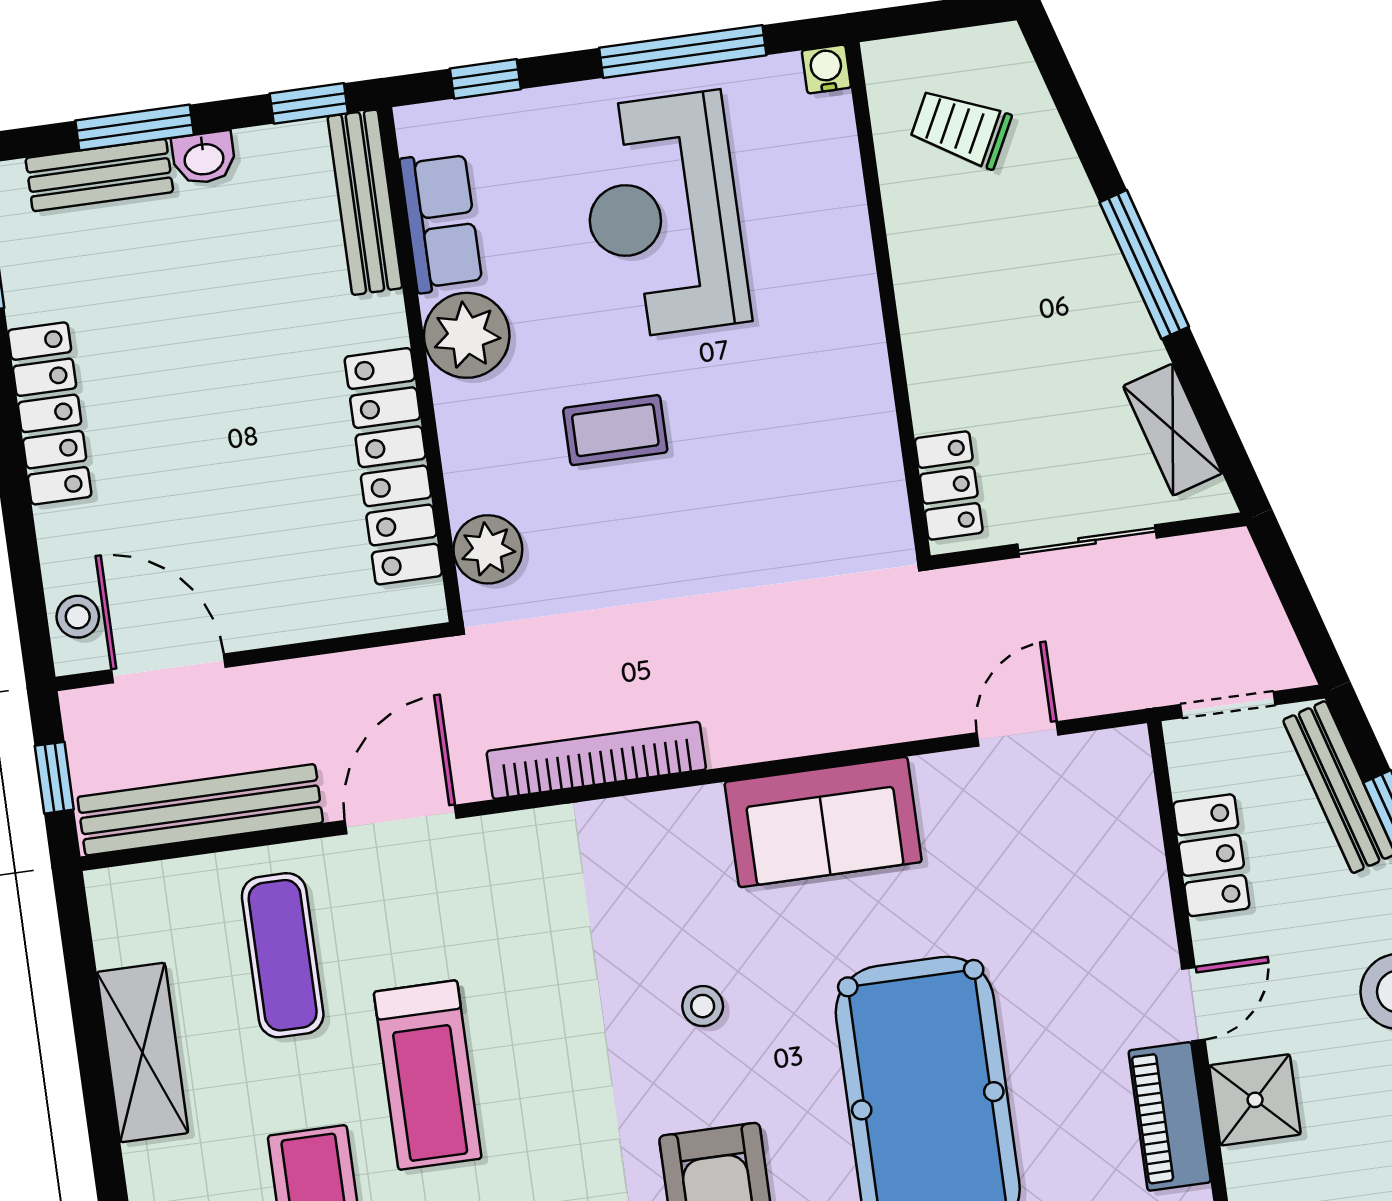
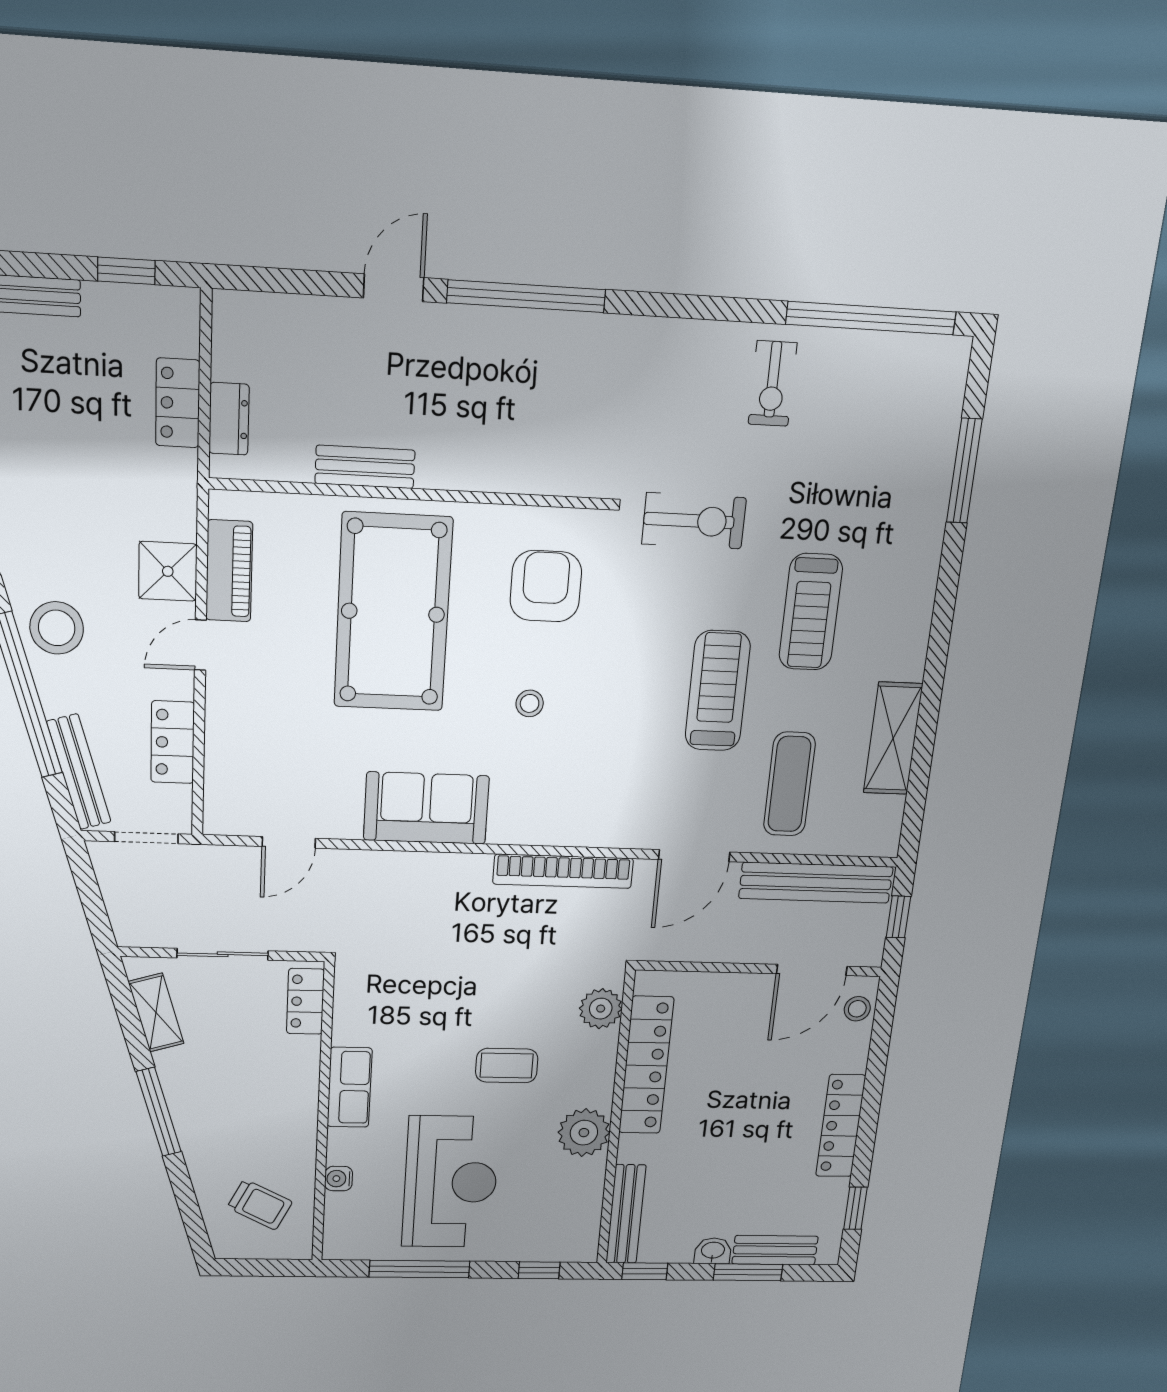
water cooler: (826, 69) -> (339, 1179), moved, turned 90
row of seats: (441, 222) -> (350, 1087), moved, turned 180
door: (168, 668) -> (812, 970), hinge flipped

